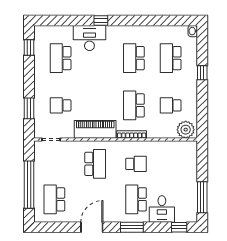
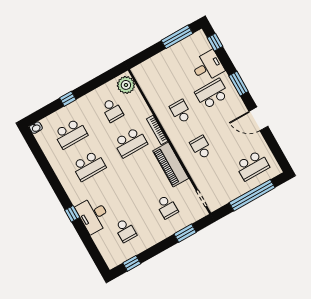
school desk: (61, 58) -> (125, 230), width x0.54
school desk: (95, 164) -> (201, 147), width x0.54
school desk: (136, 199) -> (212, 94), turned 180

